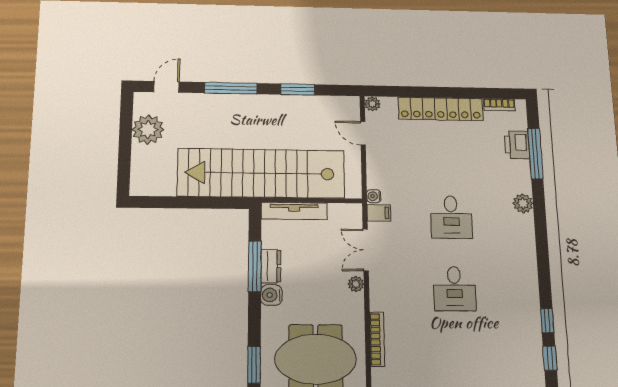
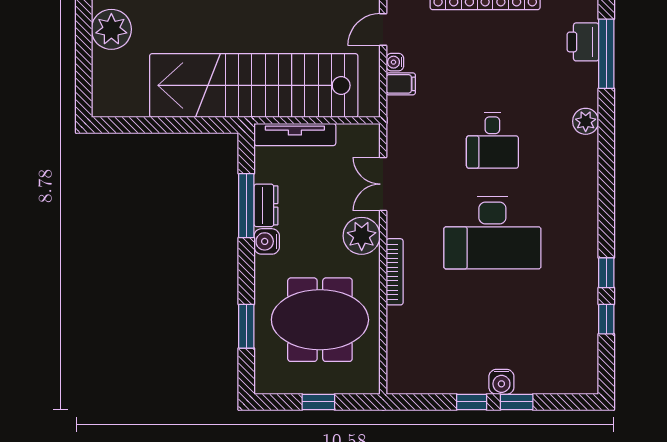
door: (363, 133) -> (383, 30), hinge flipped
water cooler: (374, 196) -> (395, 62), moved
filing cabinet: (379, 213) -> (401, 84), moved
plant: (356, 284) -> (362, 236), width x1.88, depth x1.88
desk: (455, 289) -> (492, 233), width x1.87, depth x1.30
bookcase: (377, 339) -> (395, 272), moved

